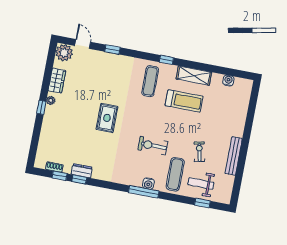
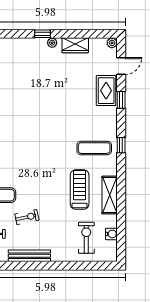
plant: (64, 53) -> (112, 43), width x0.53, depth x0.53
window: (166, 60) -> (121, 145), moved
treadmill: (184, 101) -> (80, 190), turned 180
rug: (107, 118) -> (106, 91), moved, turned 90
exercise bike: (153, 146) -> (86, 238), moved

